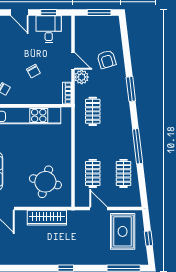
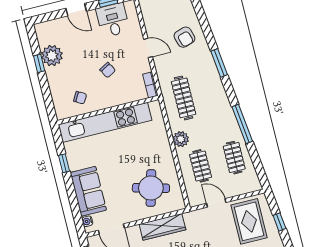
plant: (82, 77) -> (181, 139), moved
clothes rail: (93, 111) -> (184, 98), width x1.36

